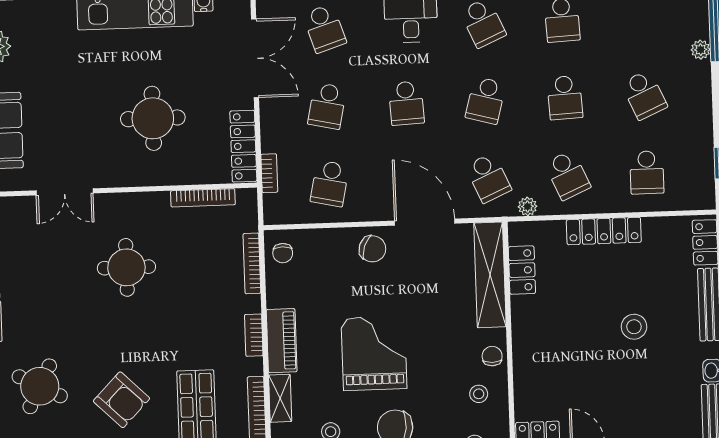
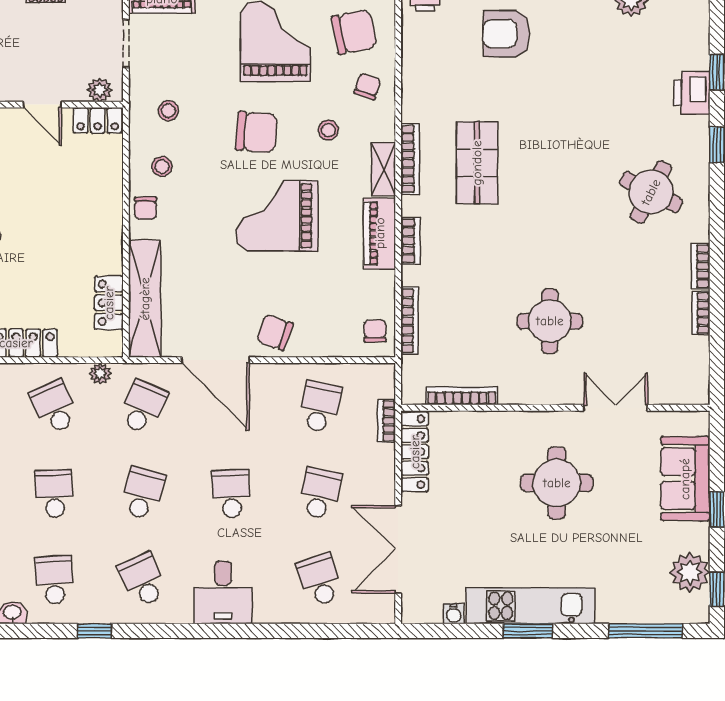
round table: (153, 118) -> (557, 483), moved
school desk: (488, 178) -> (143, 407), turned 48
grand piano: (374, 353) -> (277, 216), turned 90
armchair: (121, 400) -> (560, 174), removed

